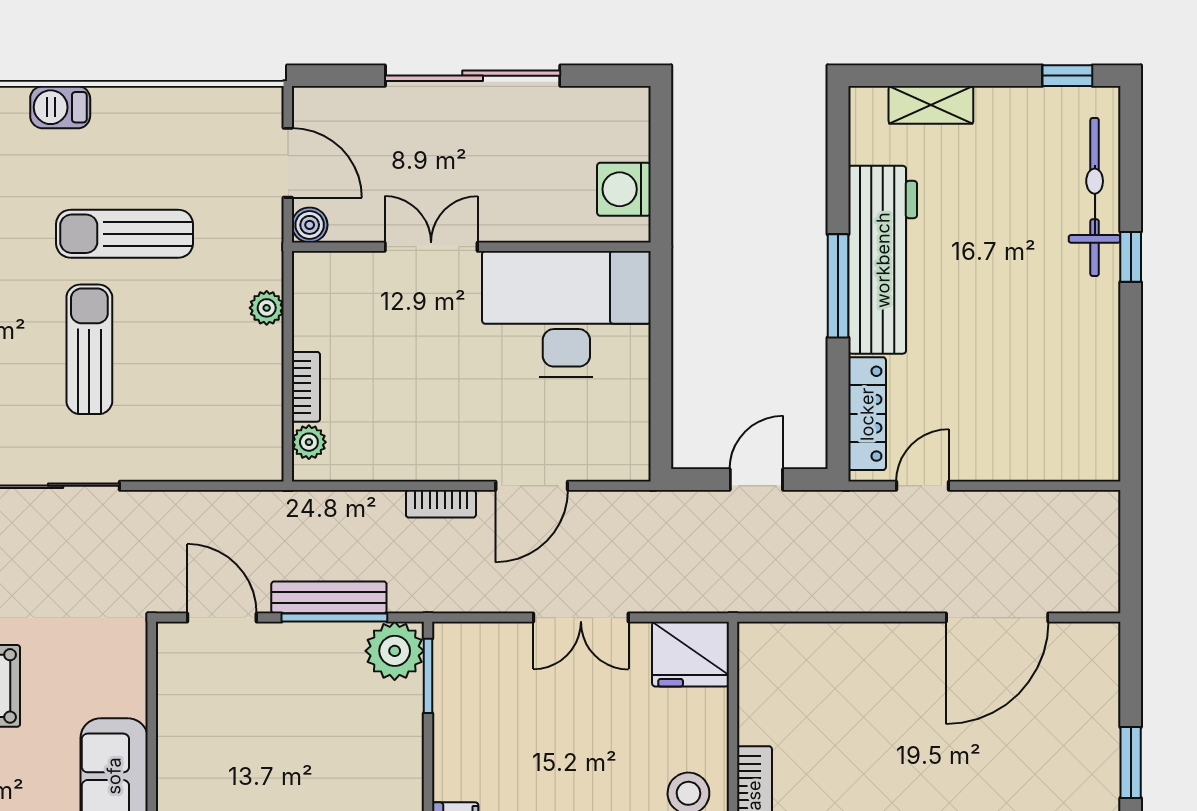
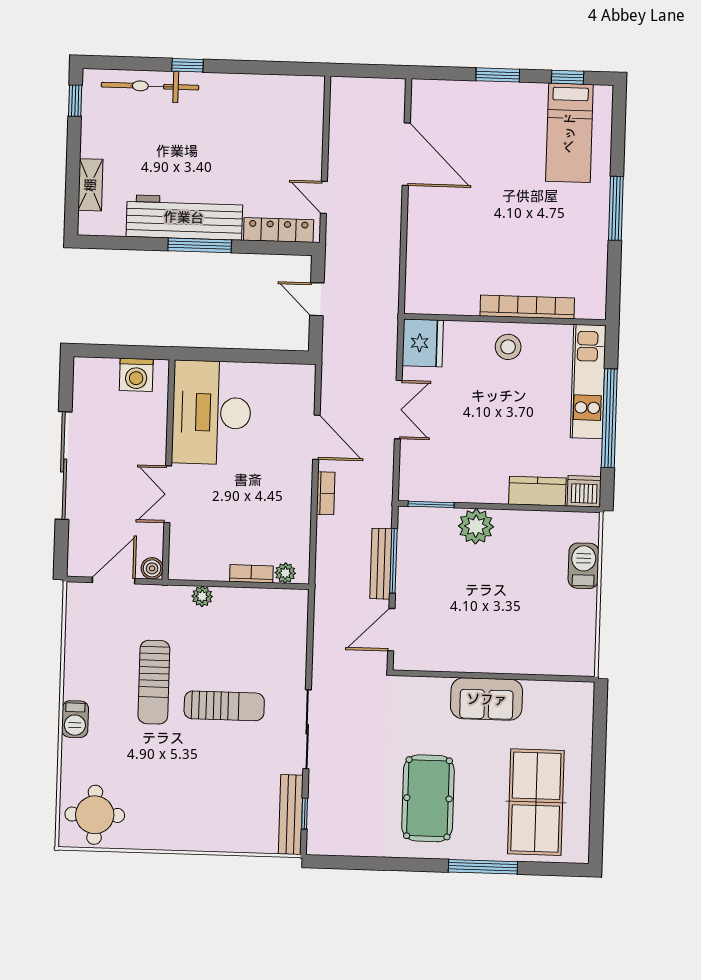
sun lounger: (89, 349) -> (224, 706), turned 180
plant: (395, 651) -> (476, 526), moved

